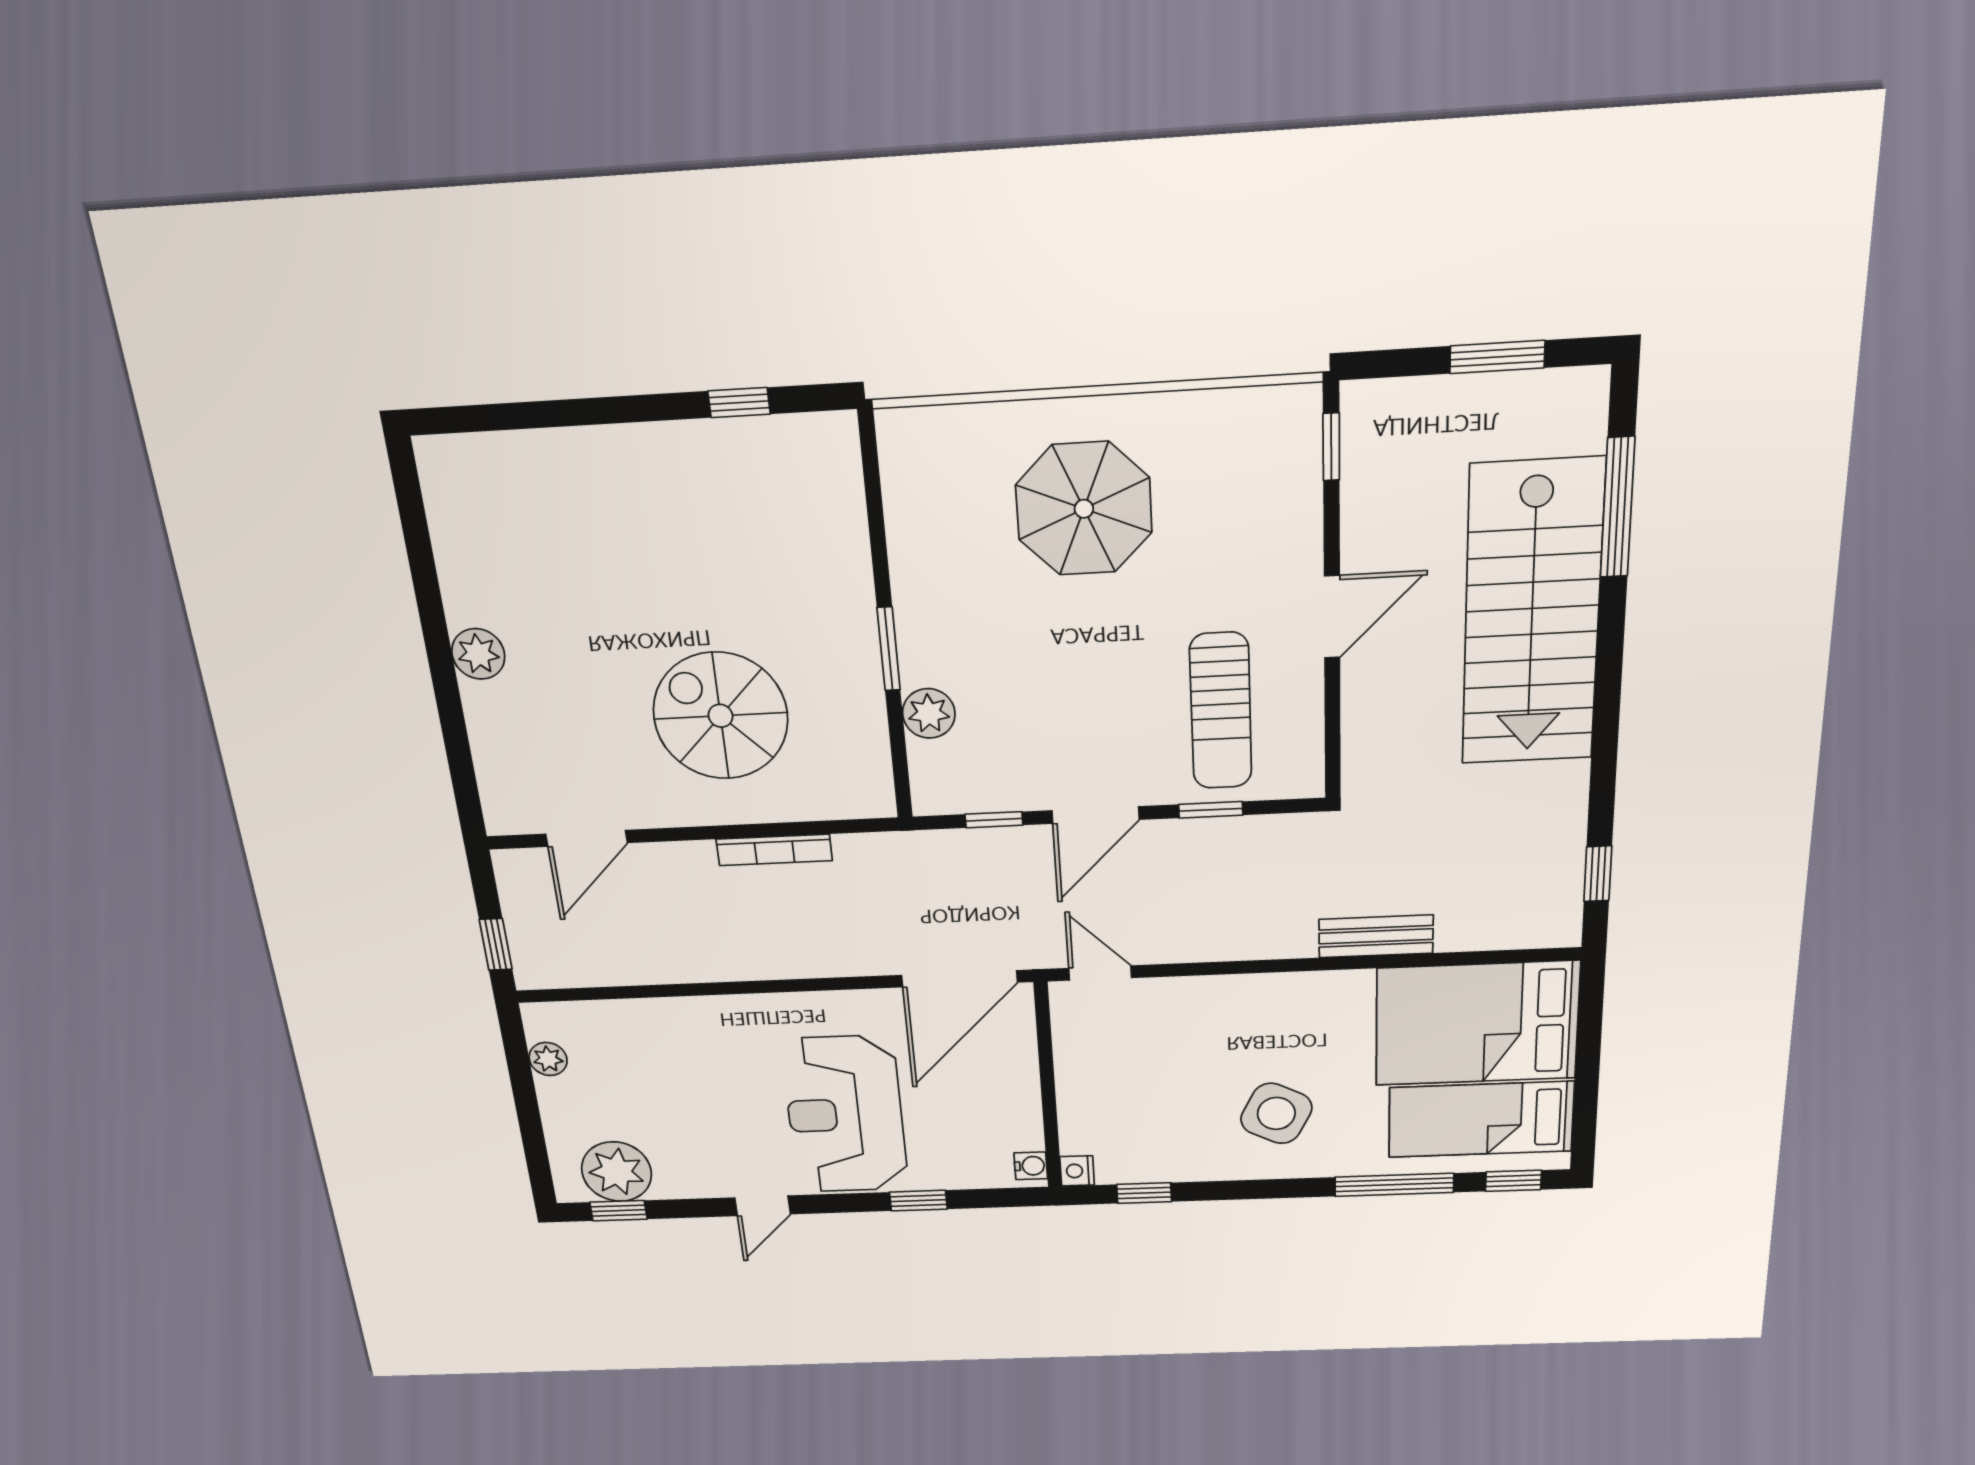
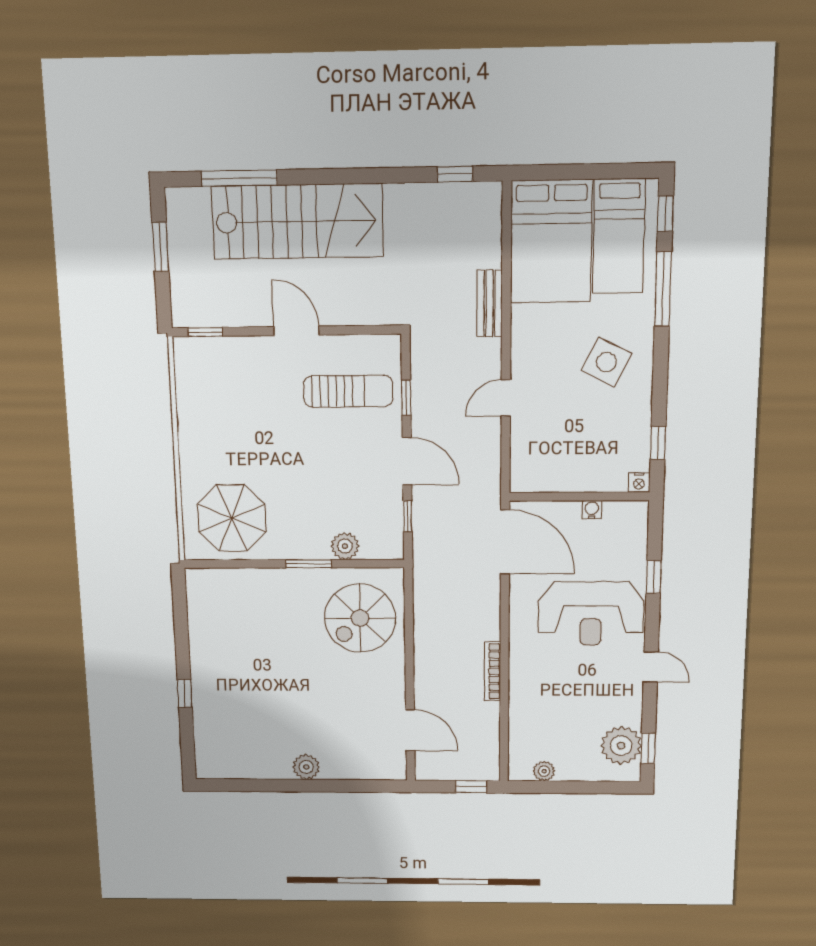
window: (739, 403) -> (185, 693), moved
parasol: (1084, 509) -> (232, 518), moved
spiral stairs: (721, 716) -> (360, 618), moved
bookcase: (774, 850) -> (492, 671), moved, turned 180
door: (1100, 973) -> (506, 398), moved
water cooler: (1031, 1166) -> (592, 510), moved

